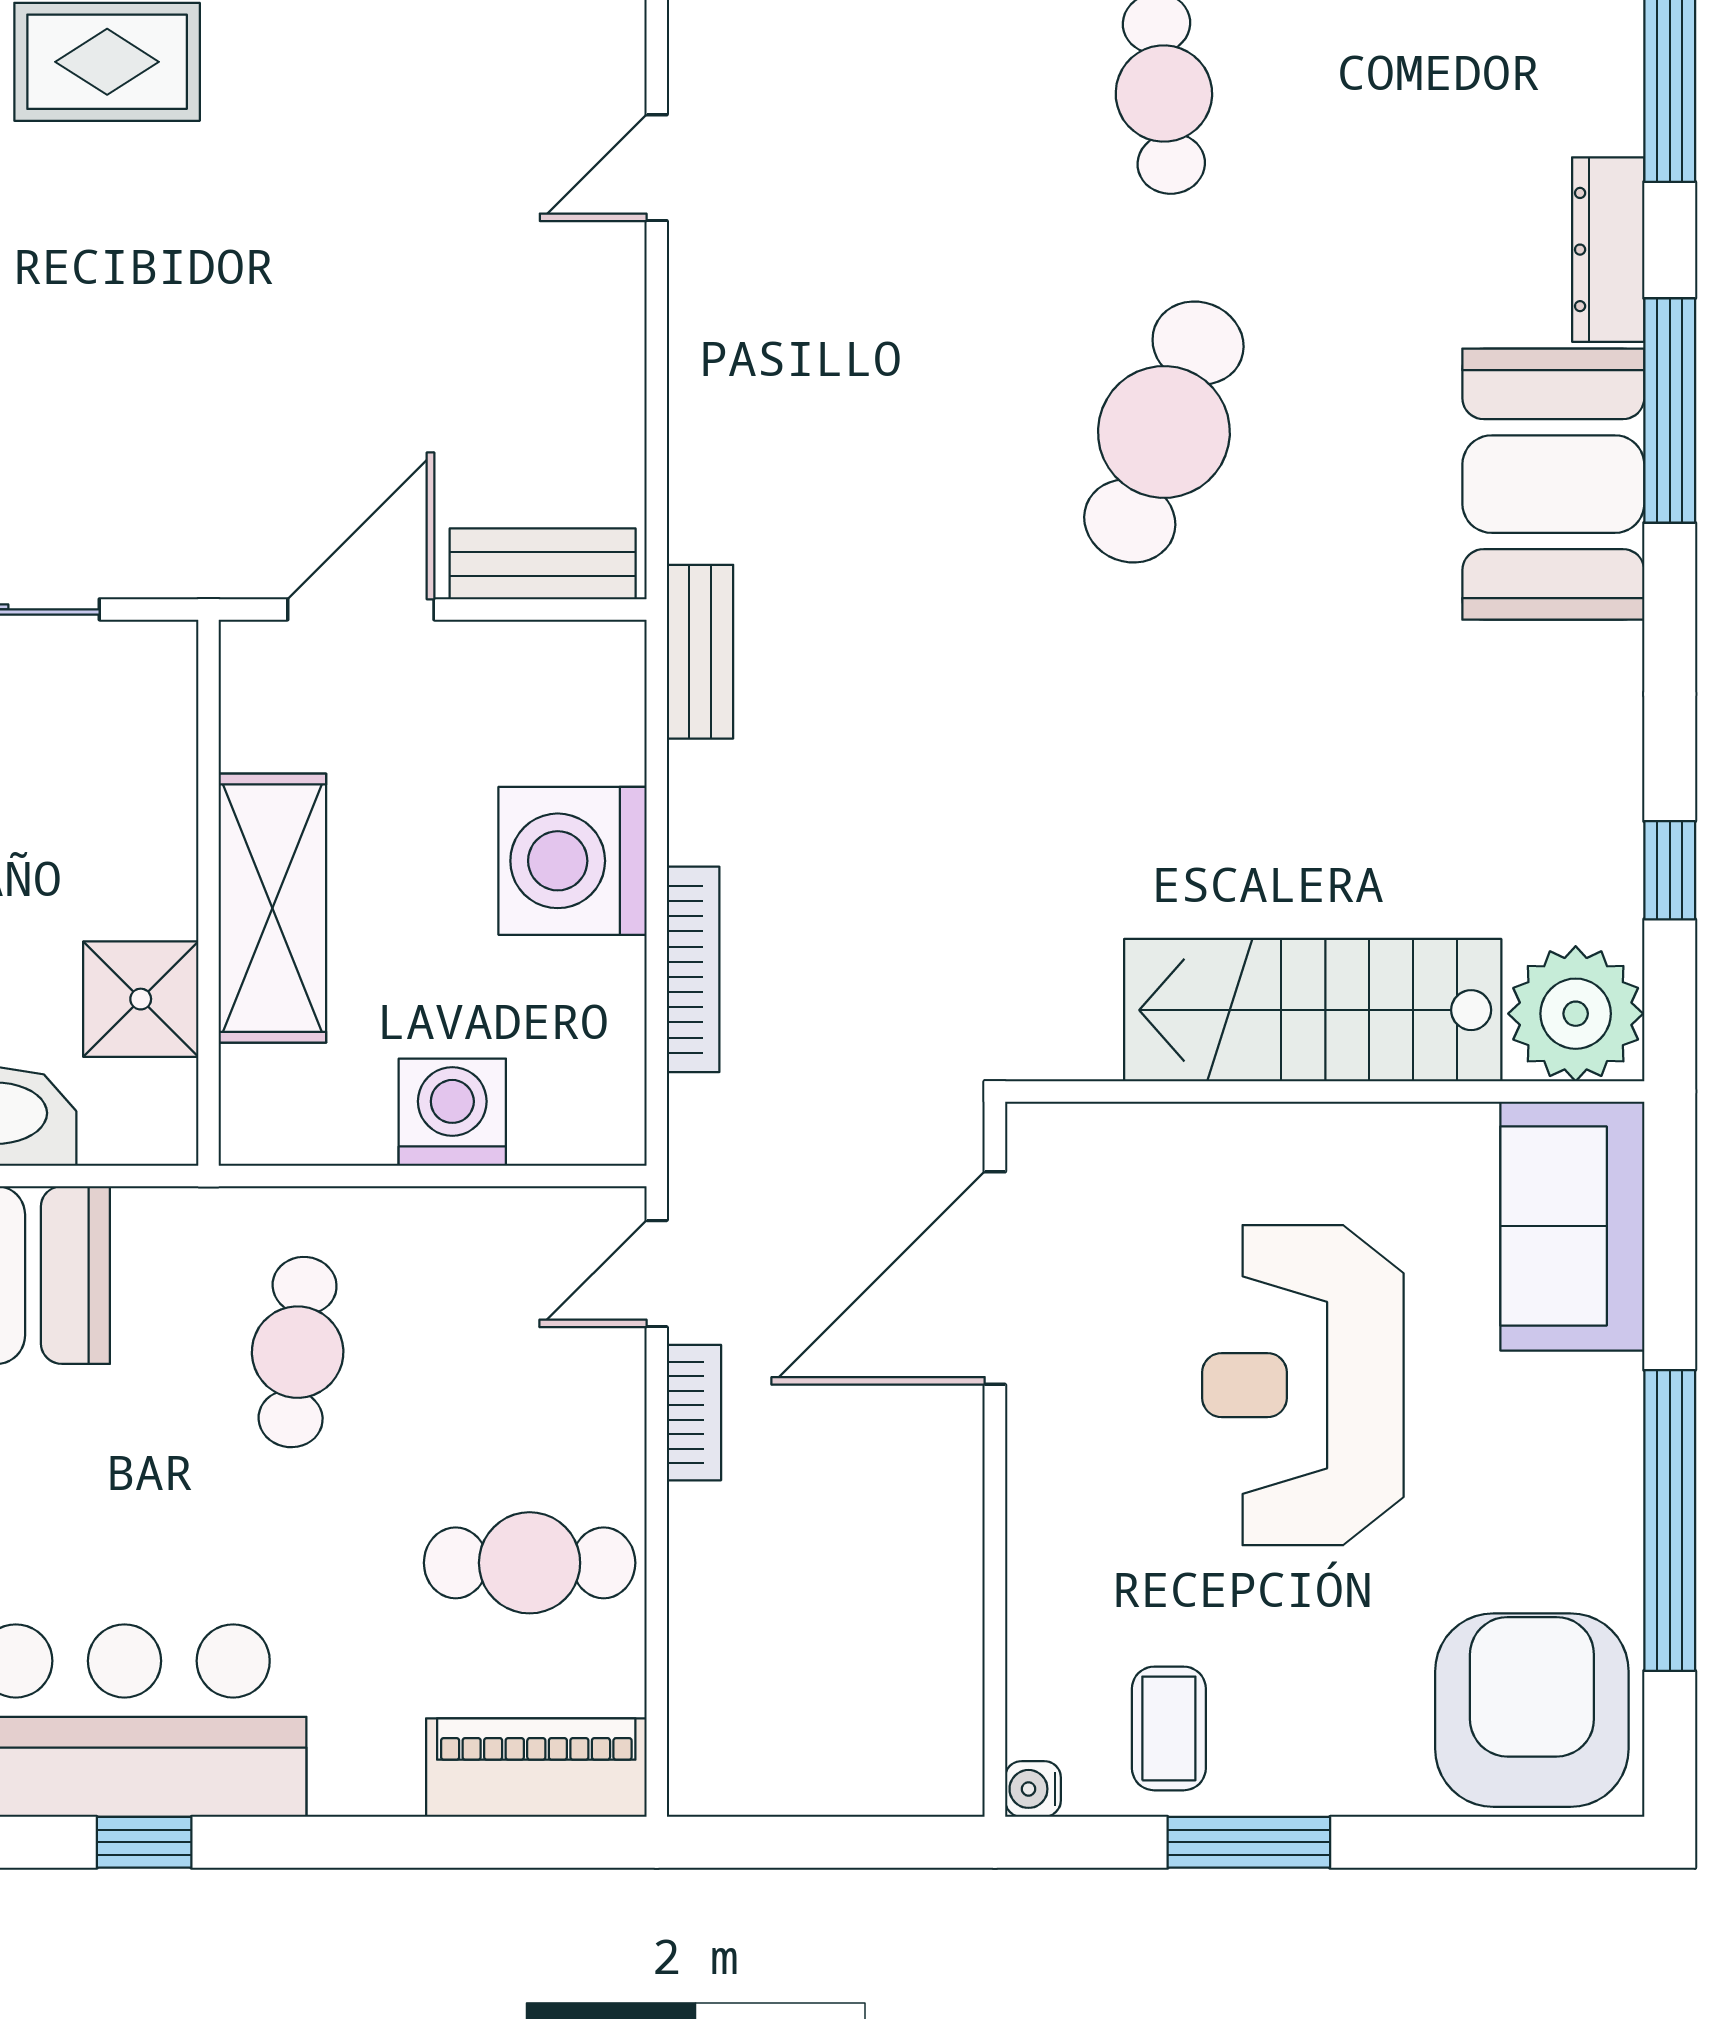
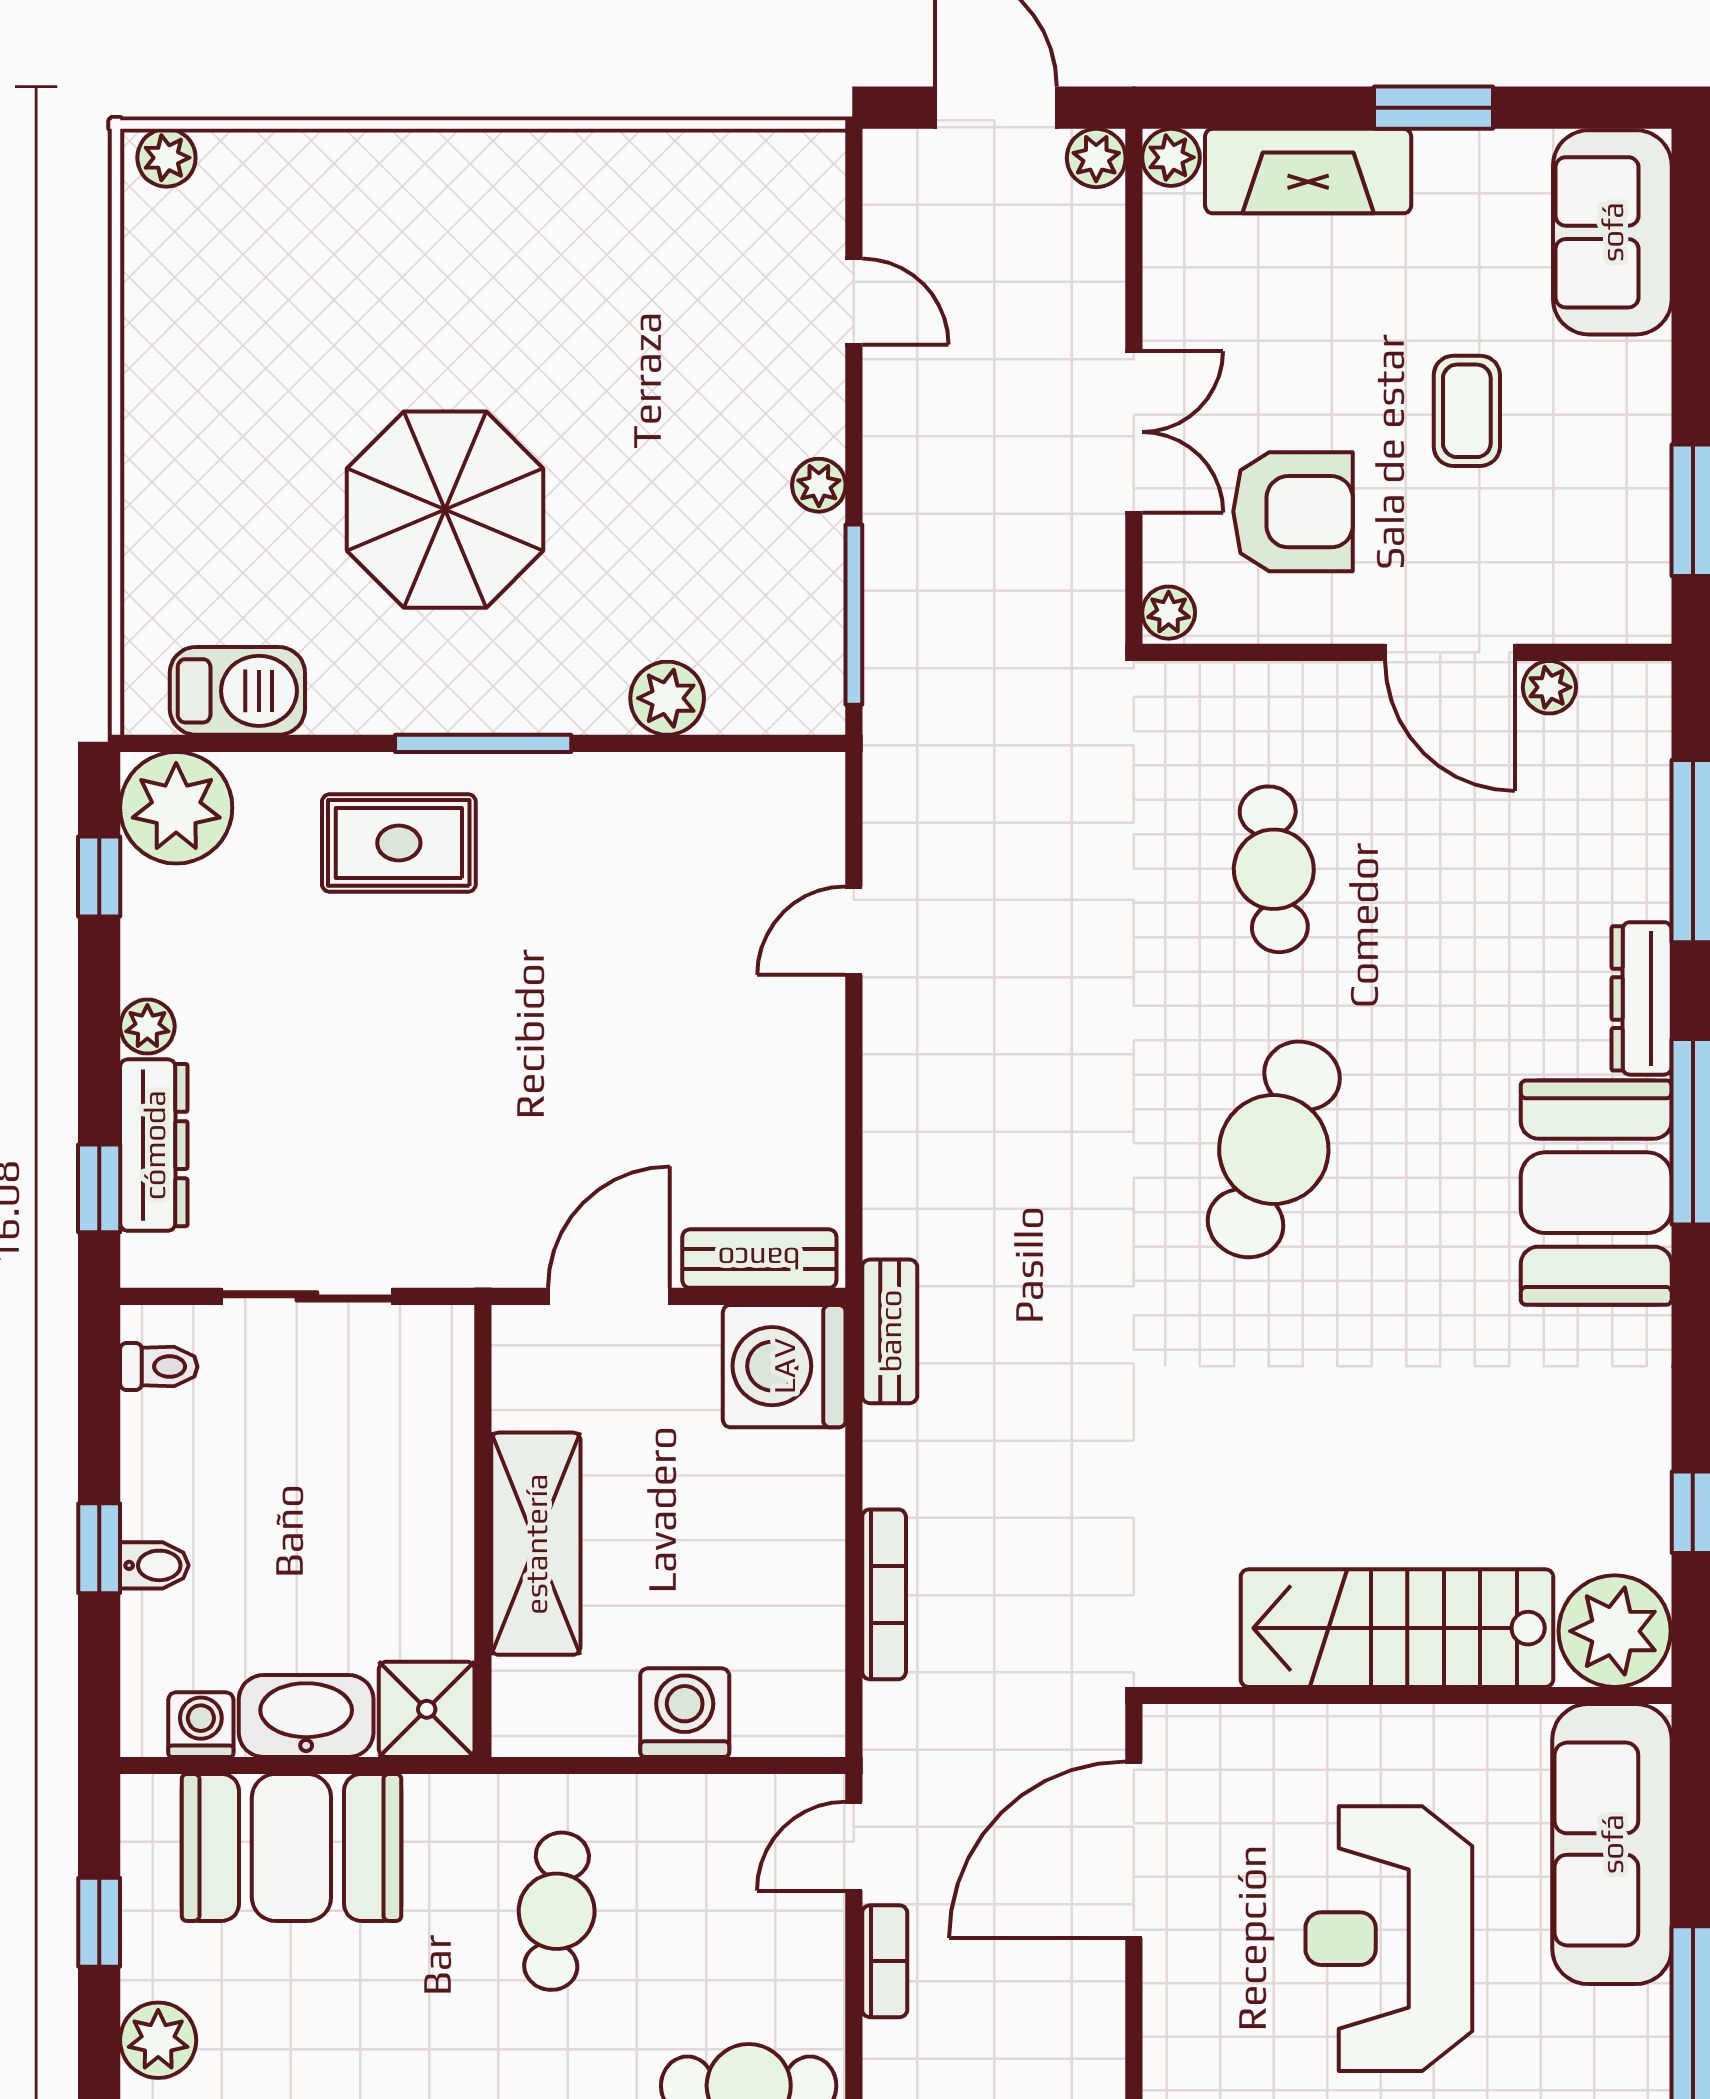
washing machine: (573, 861) -> (784, 1366), moved
shower: (141, 999) -> (427, 1709), moved
sofa: (1572, 1226) -> (1612, 1844), width x1.36

